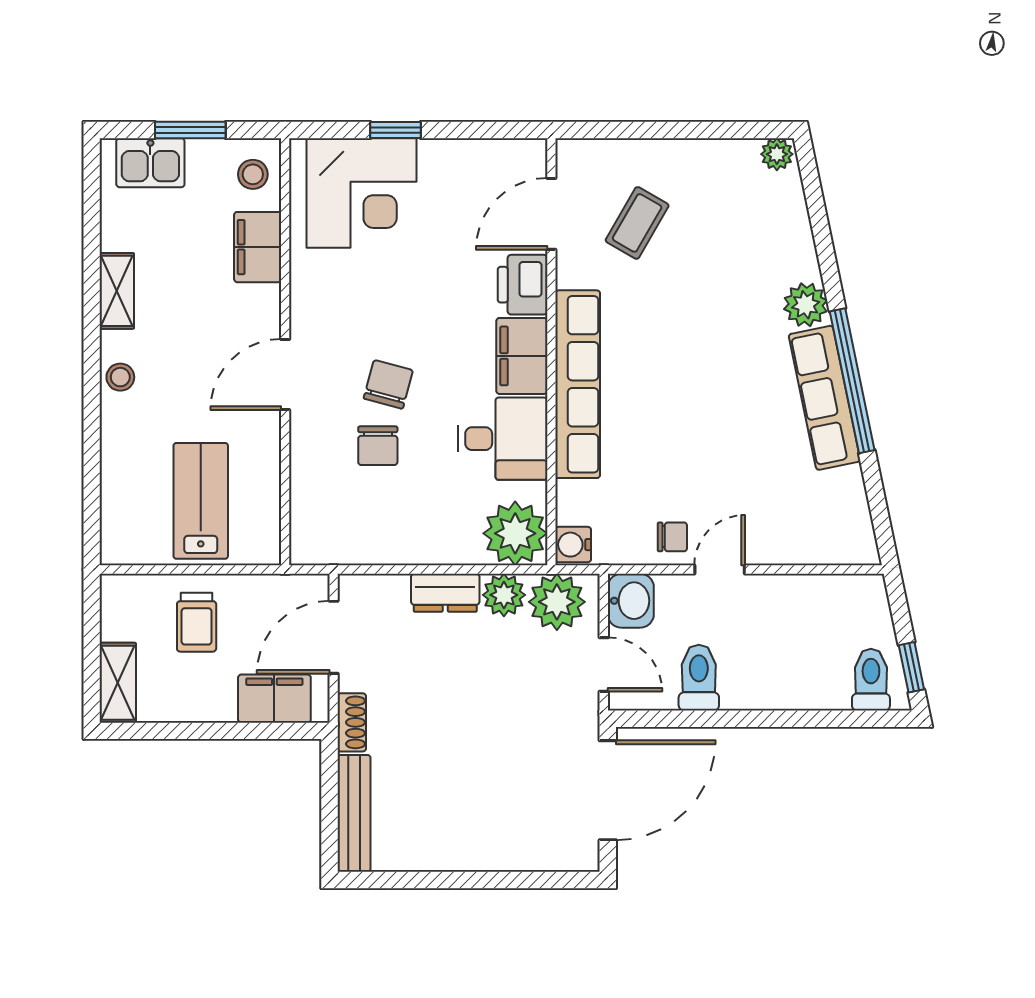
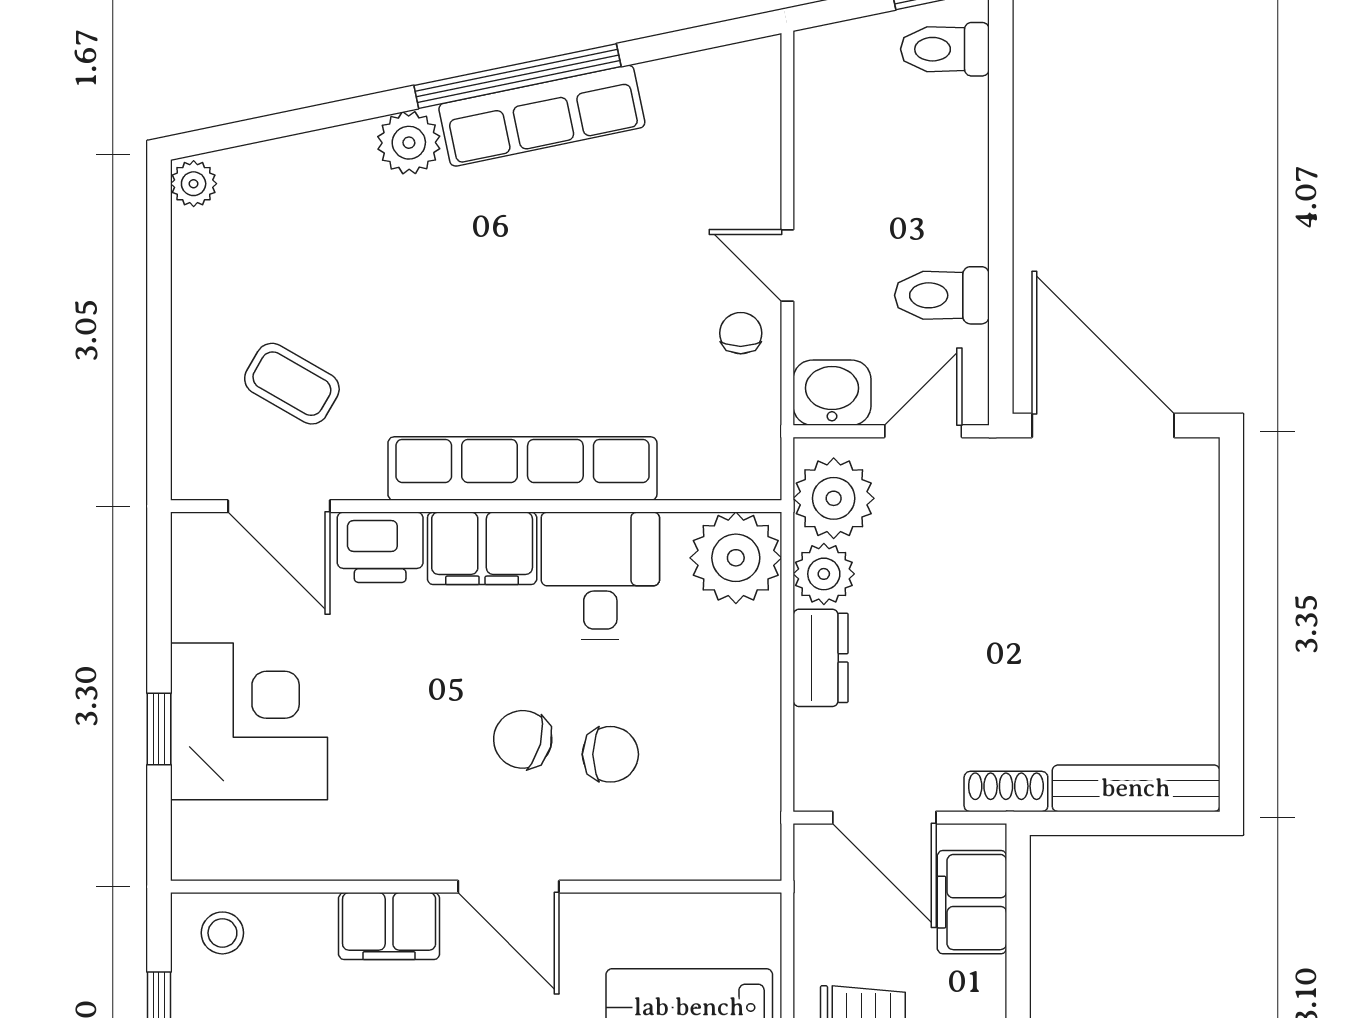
corner desk: (361, 193) -> (249, 721), moved
filing cabinet: (258, 247) -> (389, 926), moved
water cooler: (573, 545) -> (752, 475), removed

